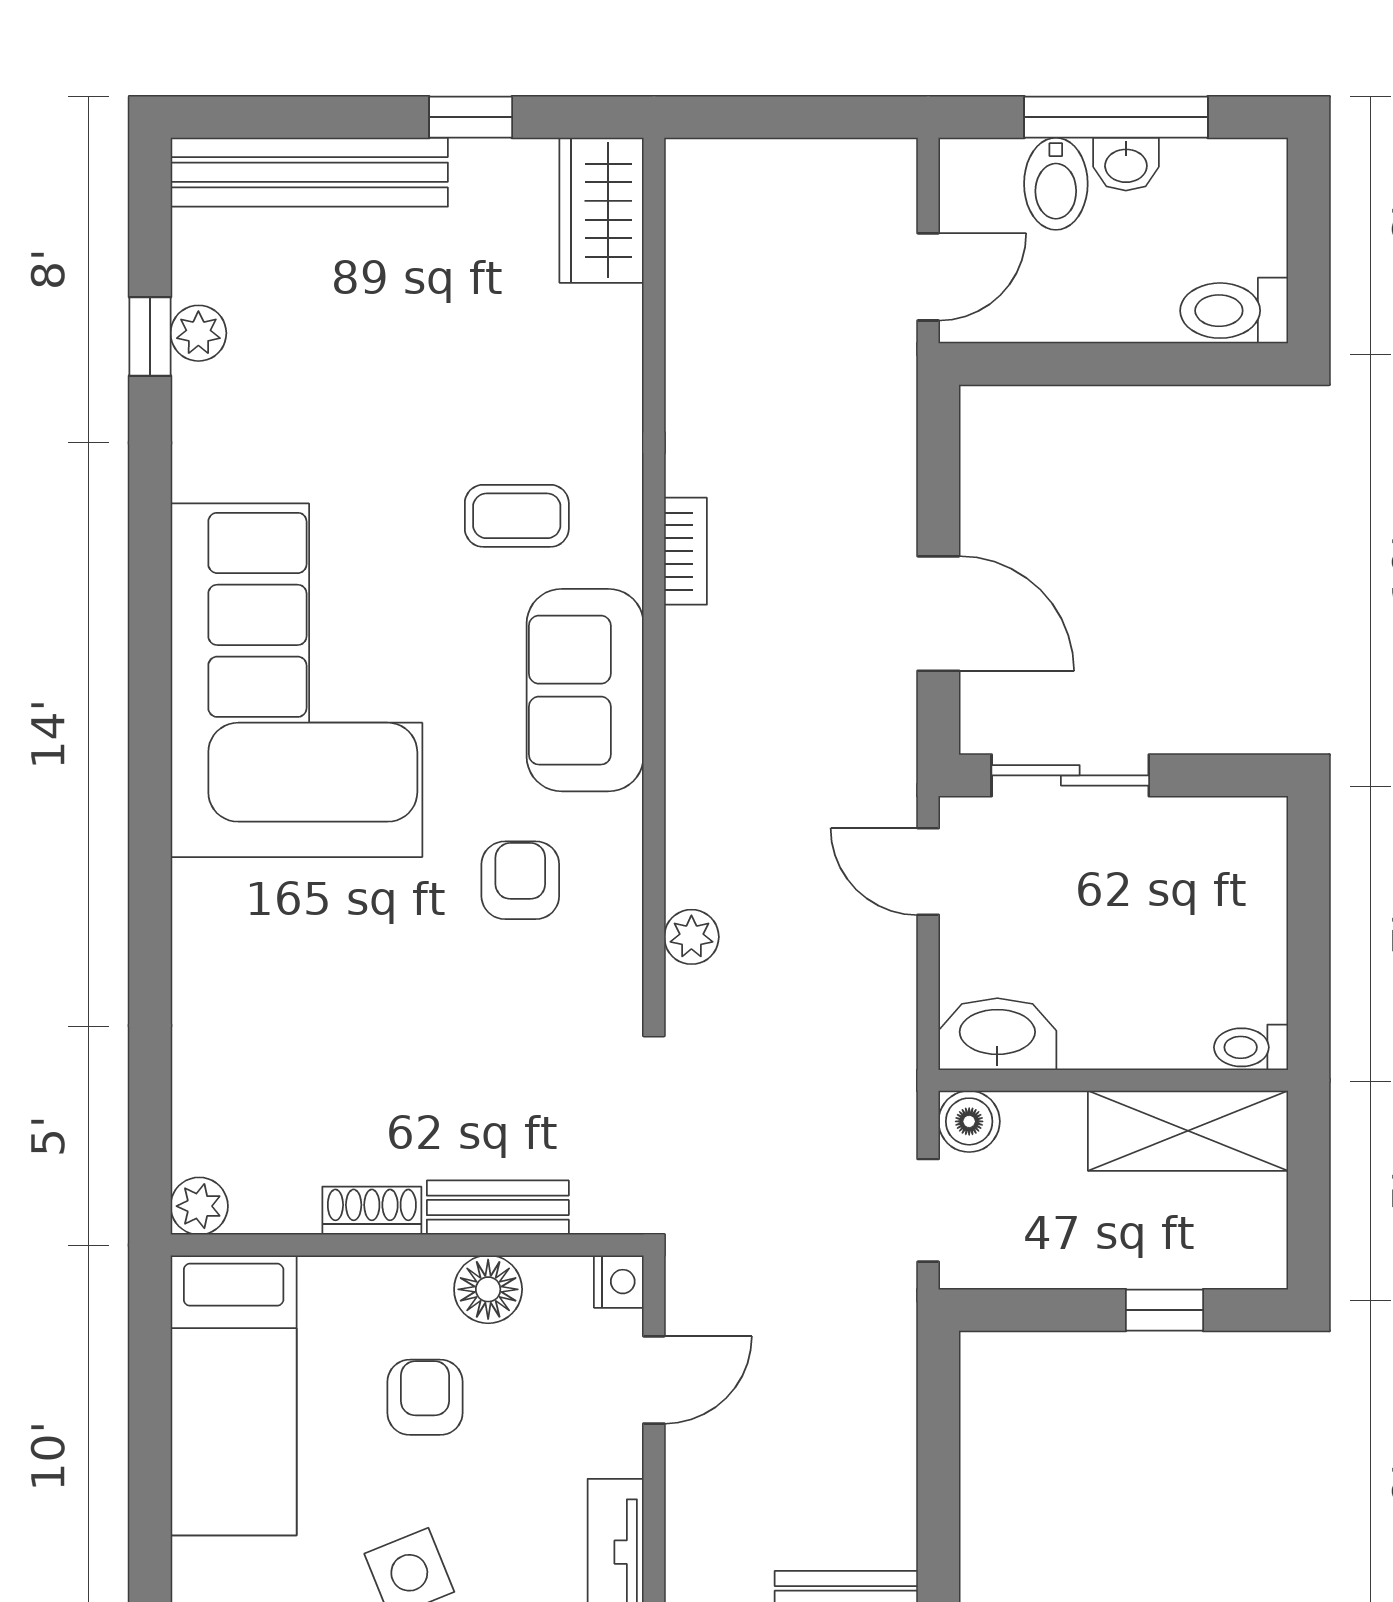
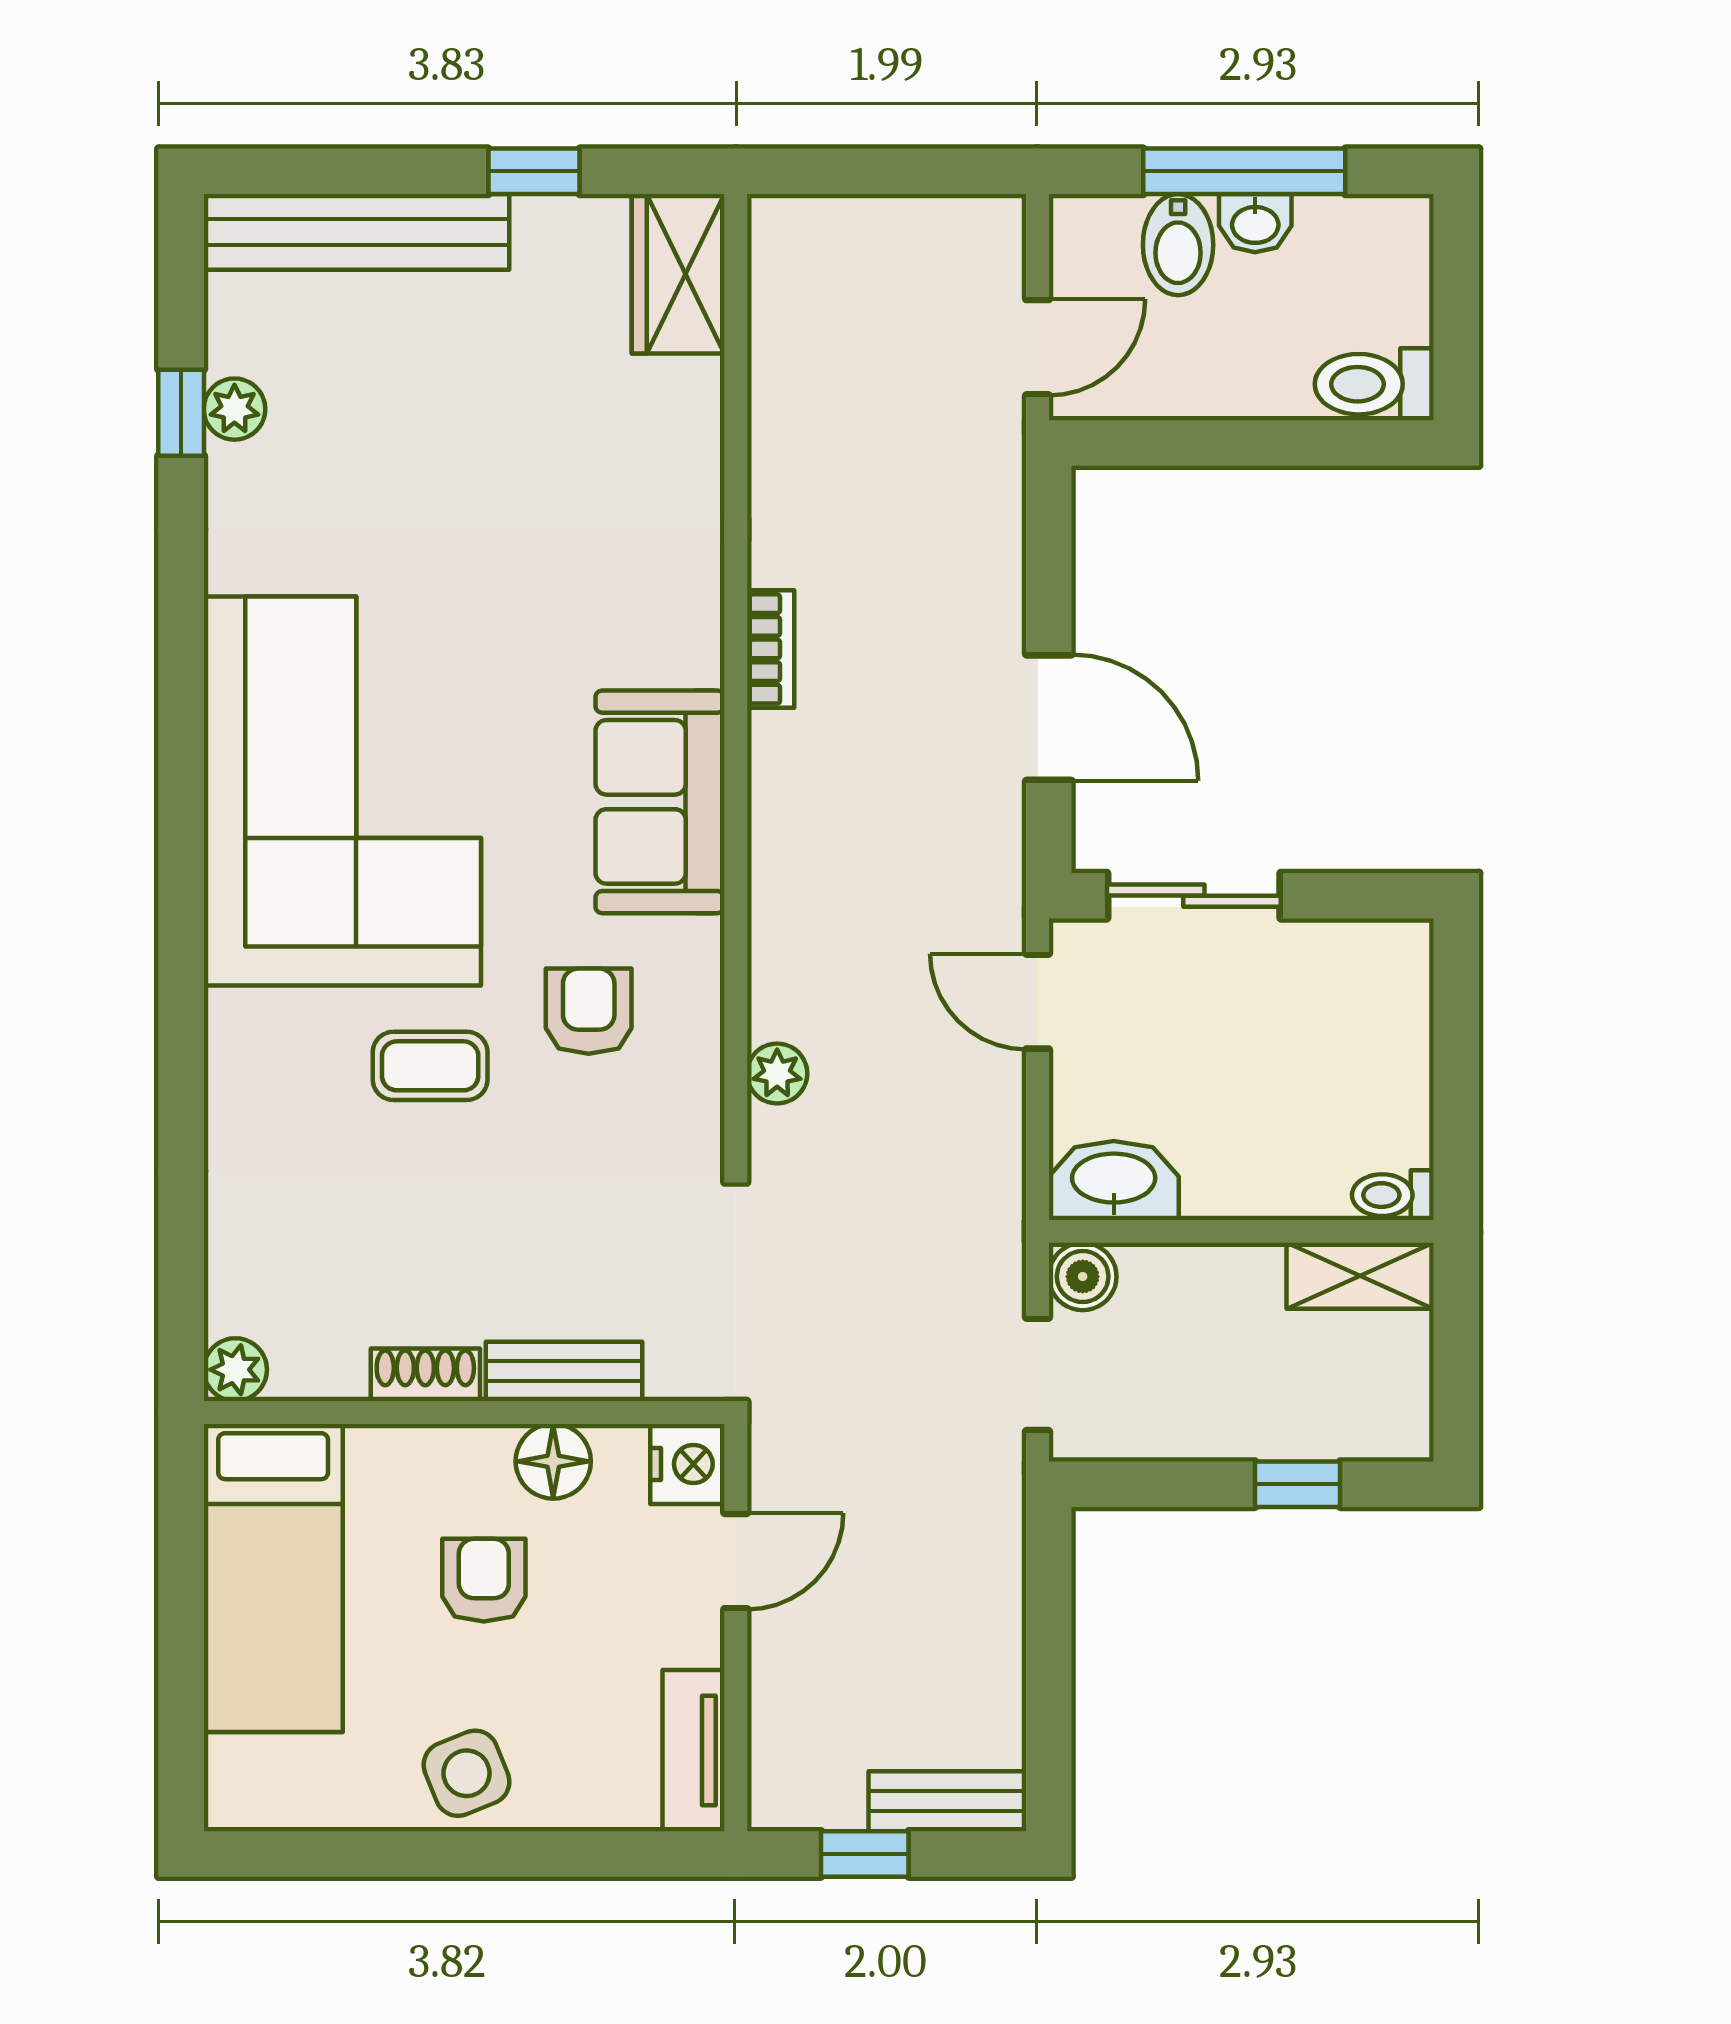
coffee table: (517, 516) -> (430, 1066), moved
shelving: (1188, 1131) -> (1360, 1276), width x0.67, depth x0.75
nightstand: (619, 1282) -> (687, 1464), width x1.39, depth x1.35

